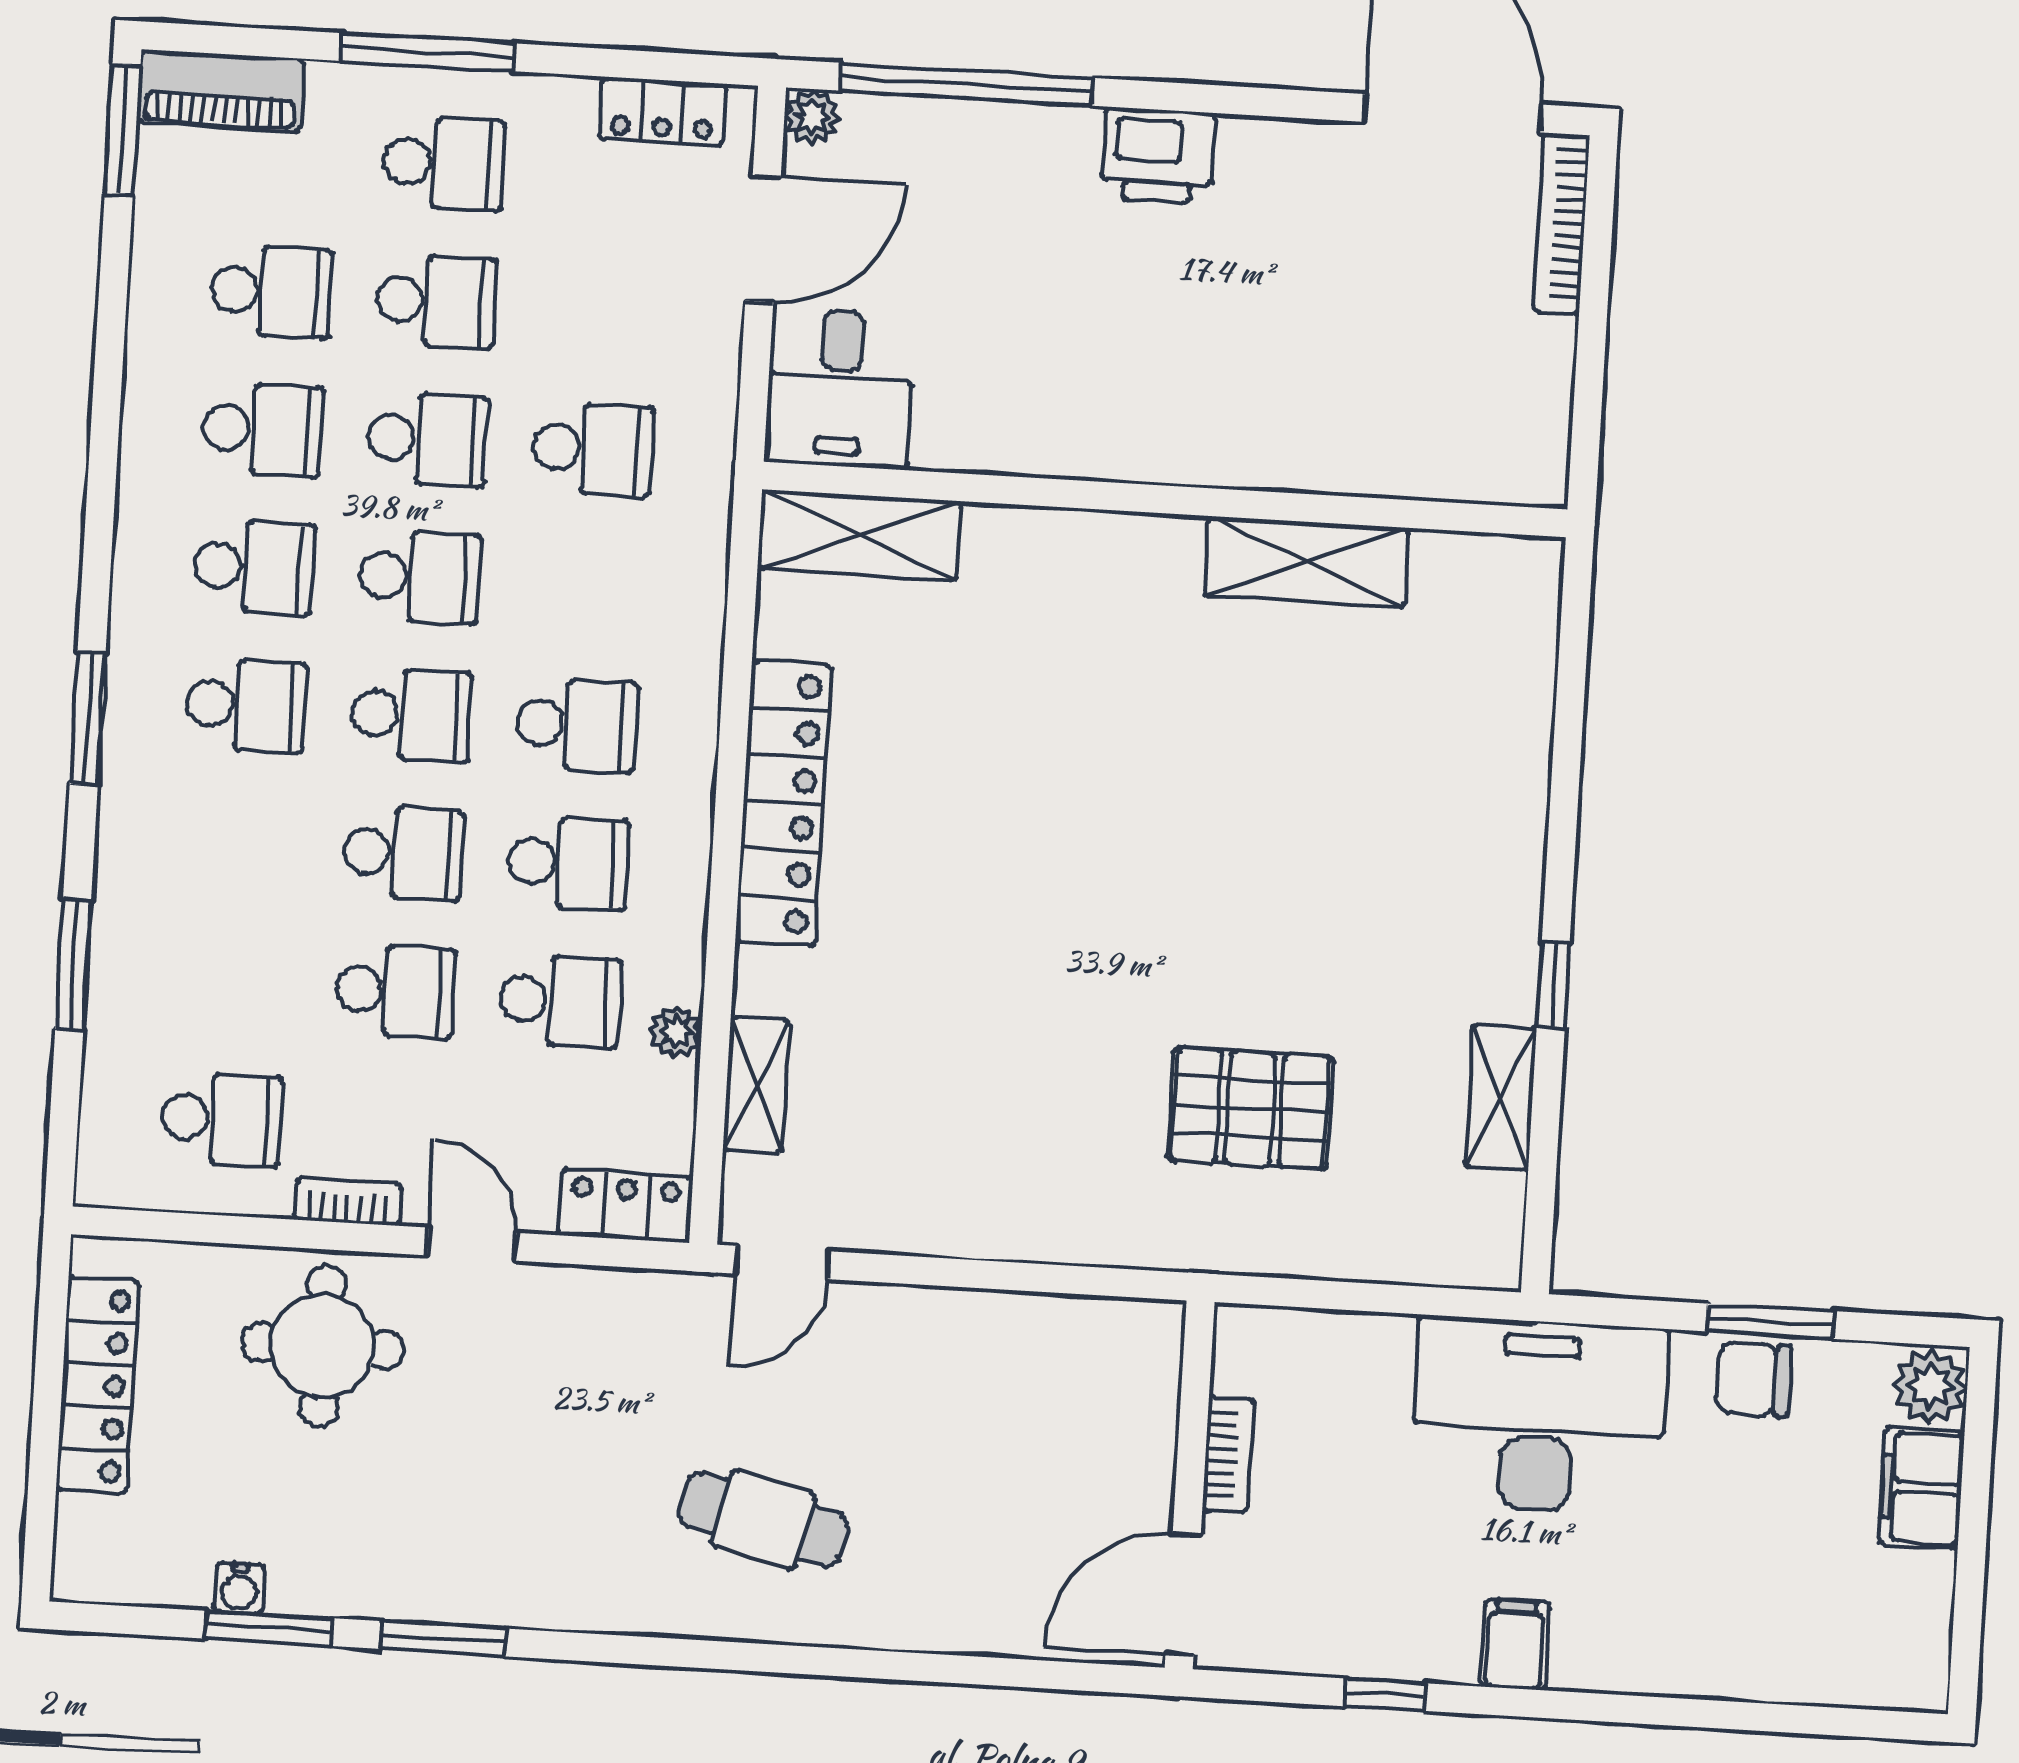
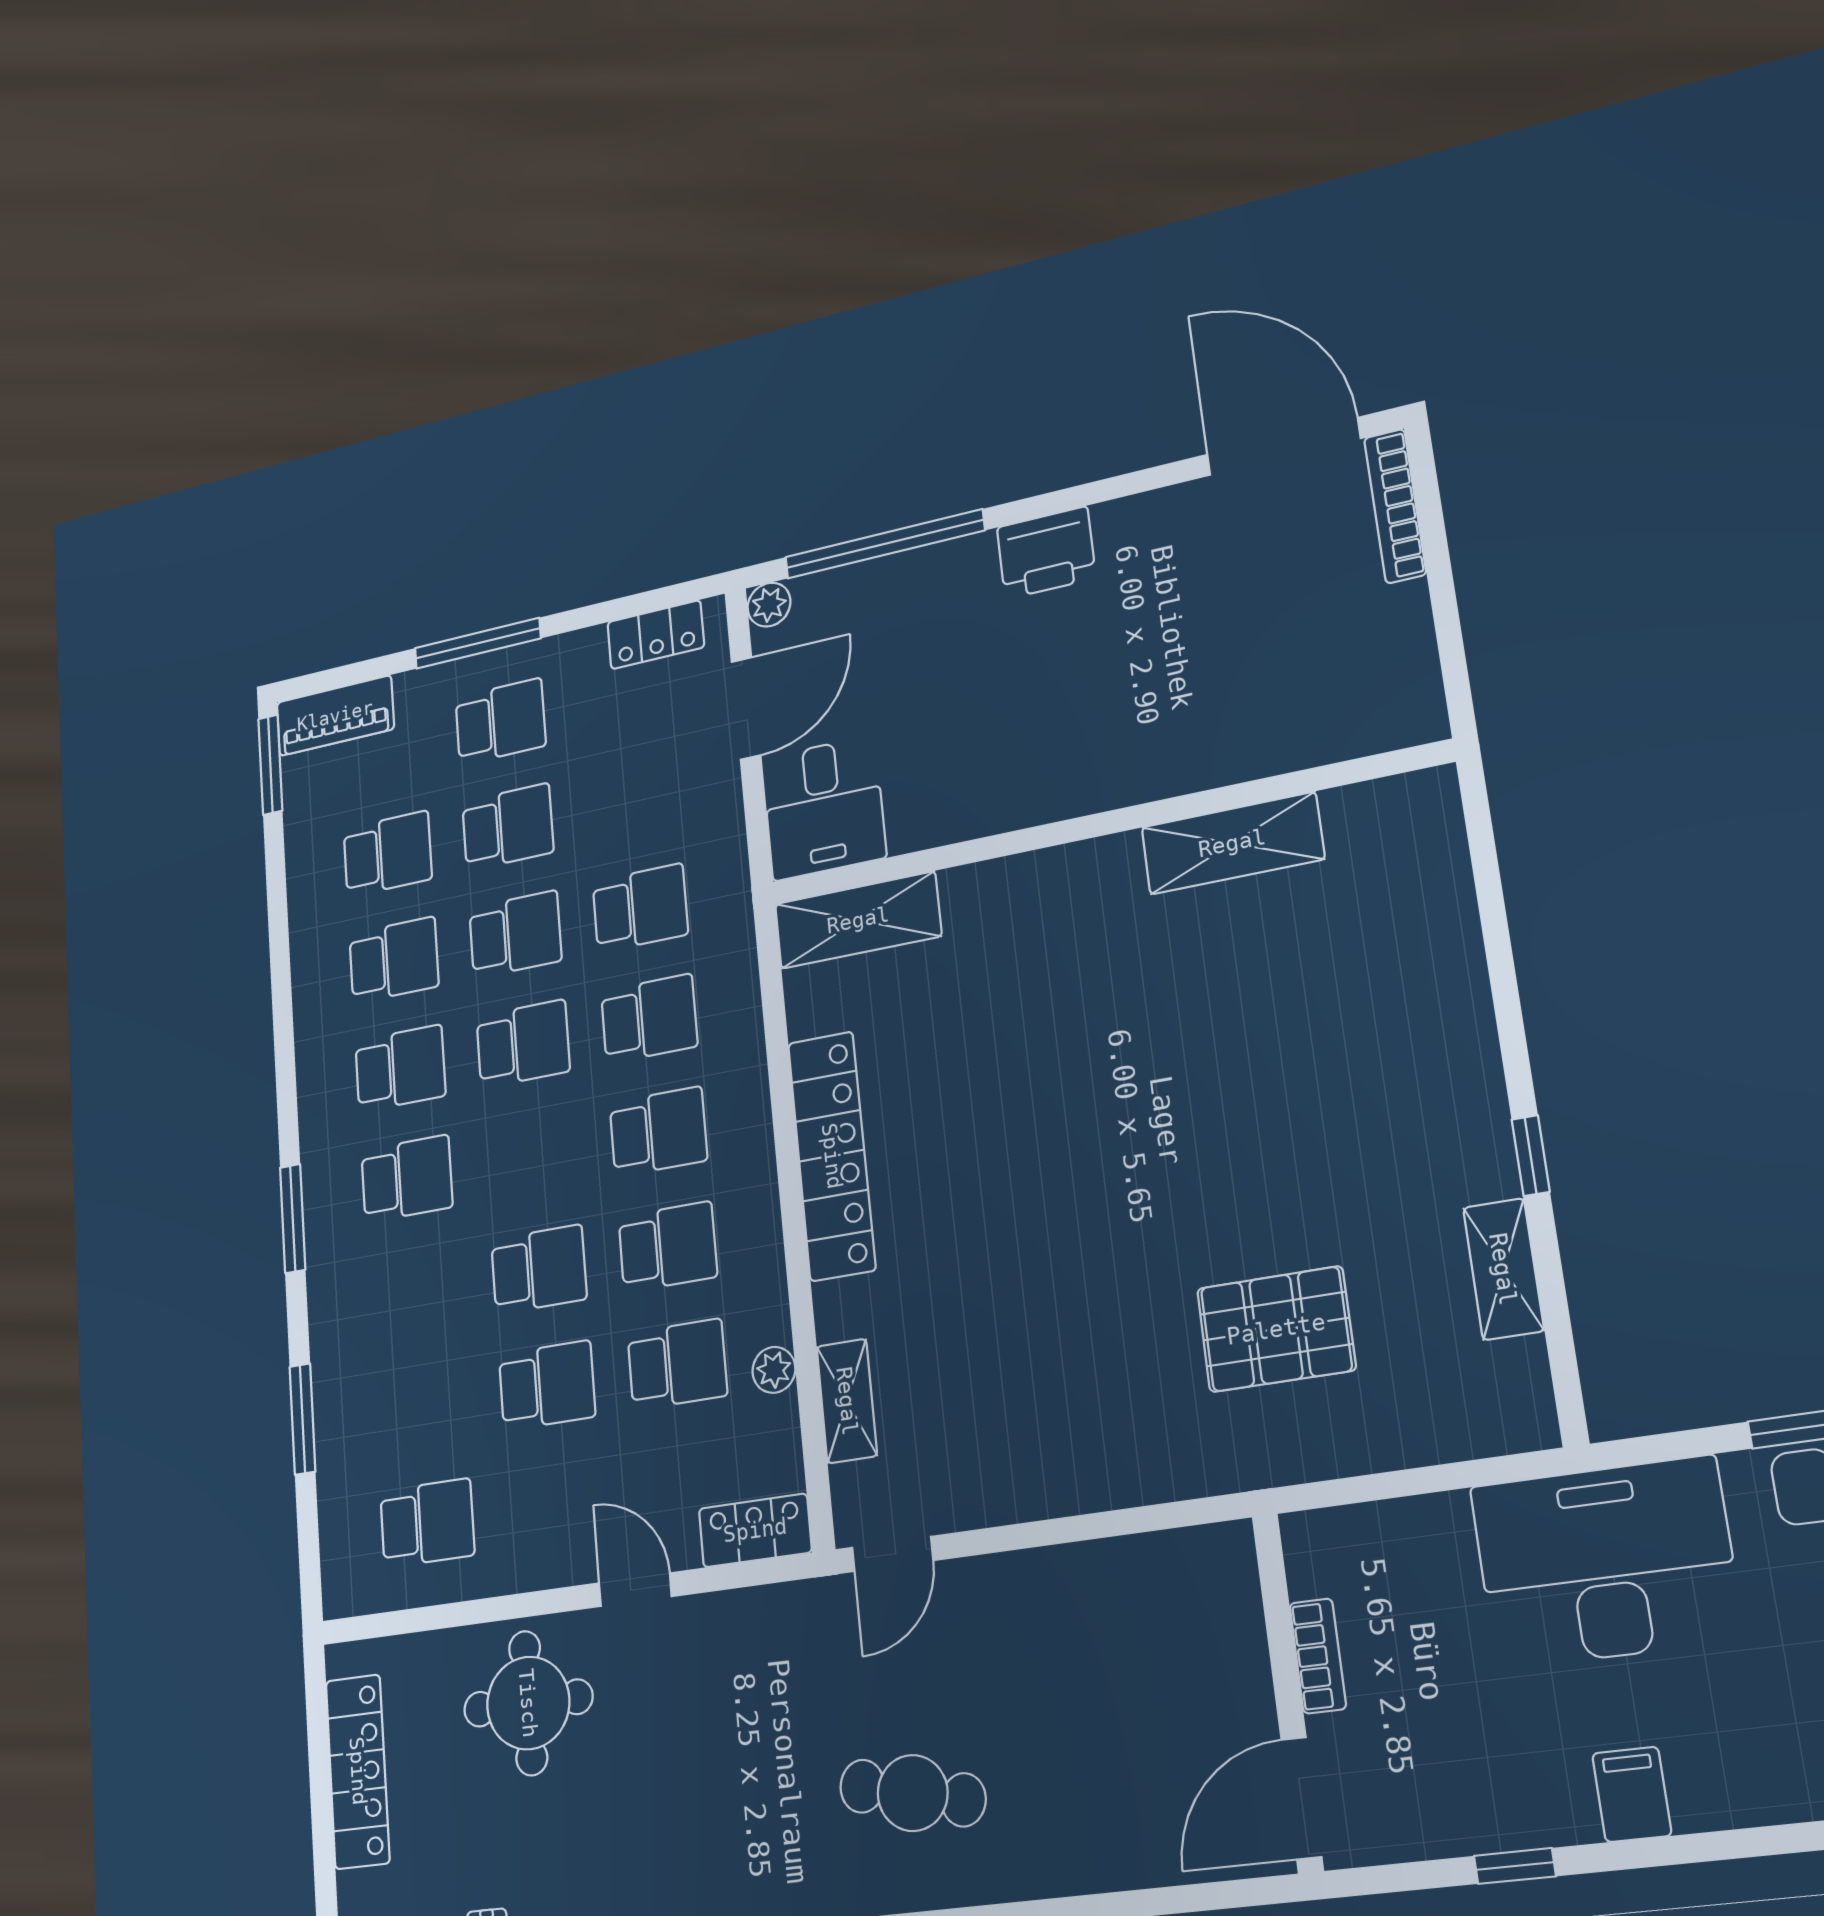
school desk: (411, 715) -> (649, 1019), moved
bookcase: (348, 1202) -> (533, 1573), removed

